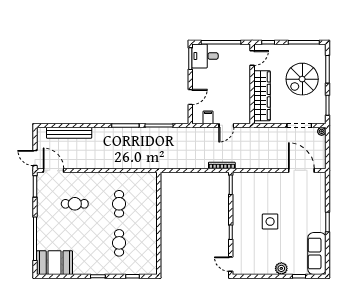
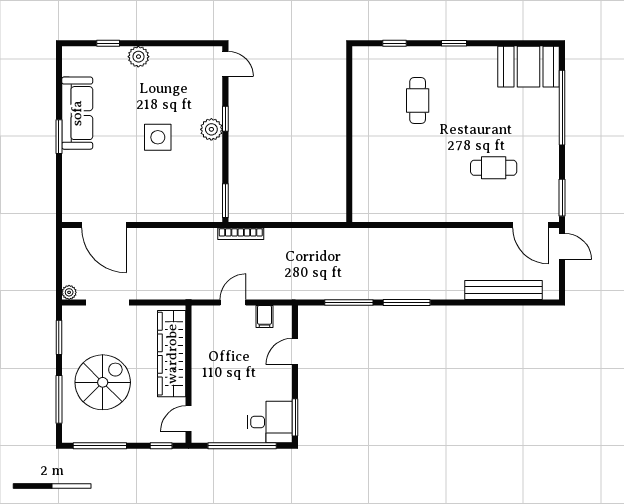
cafe table: (119, 204) -> (418, 168), removed
plant: (239, 226) -> (211, 129), added
sofa: (317, 254) -> (77, 113), moved

